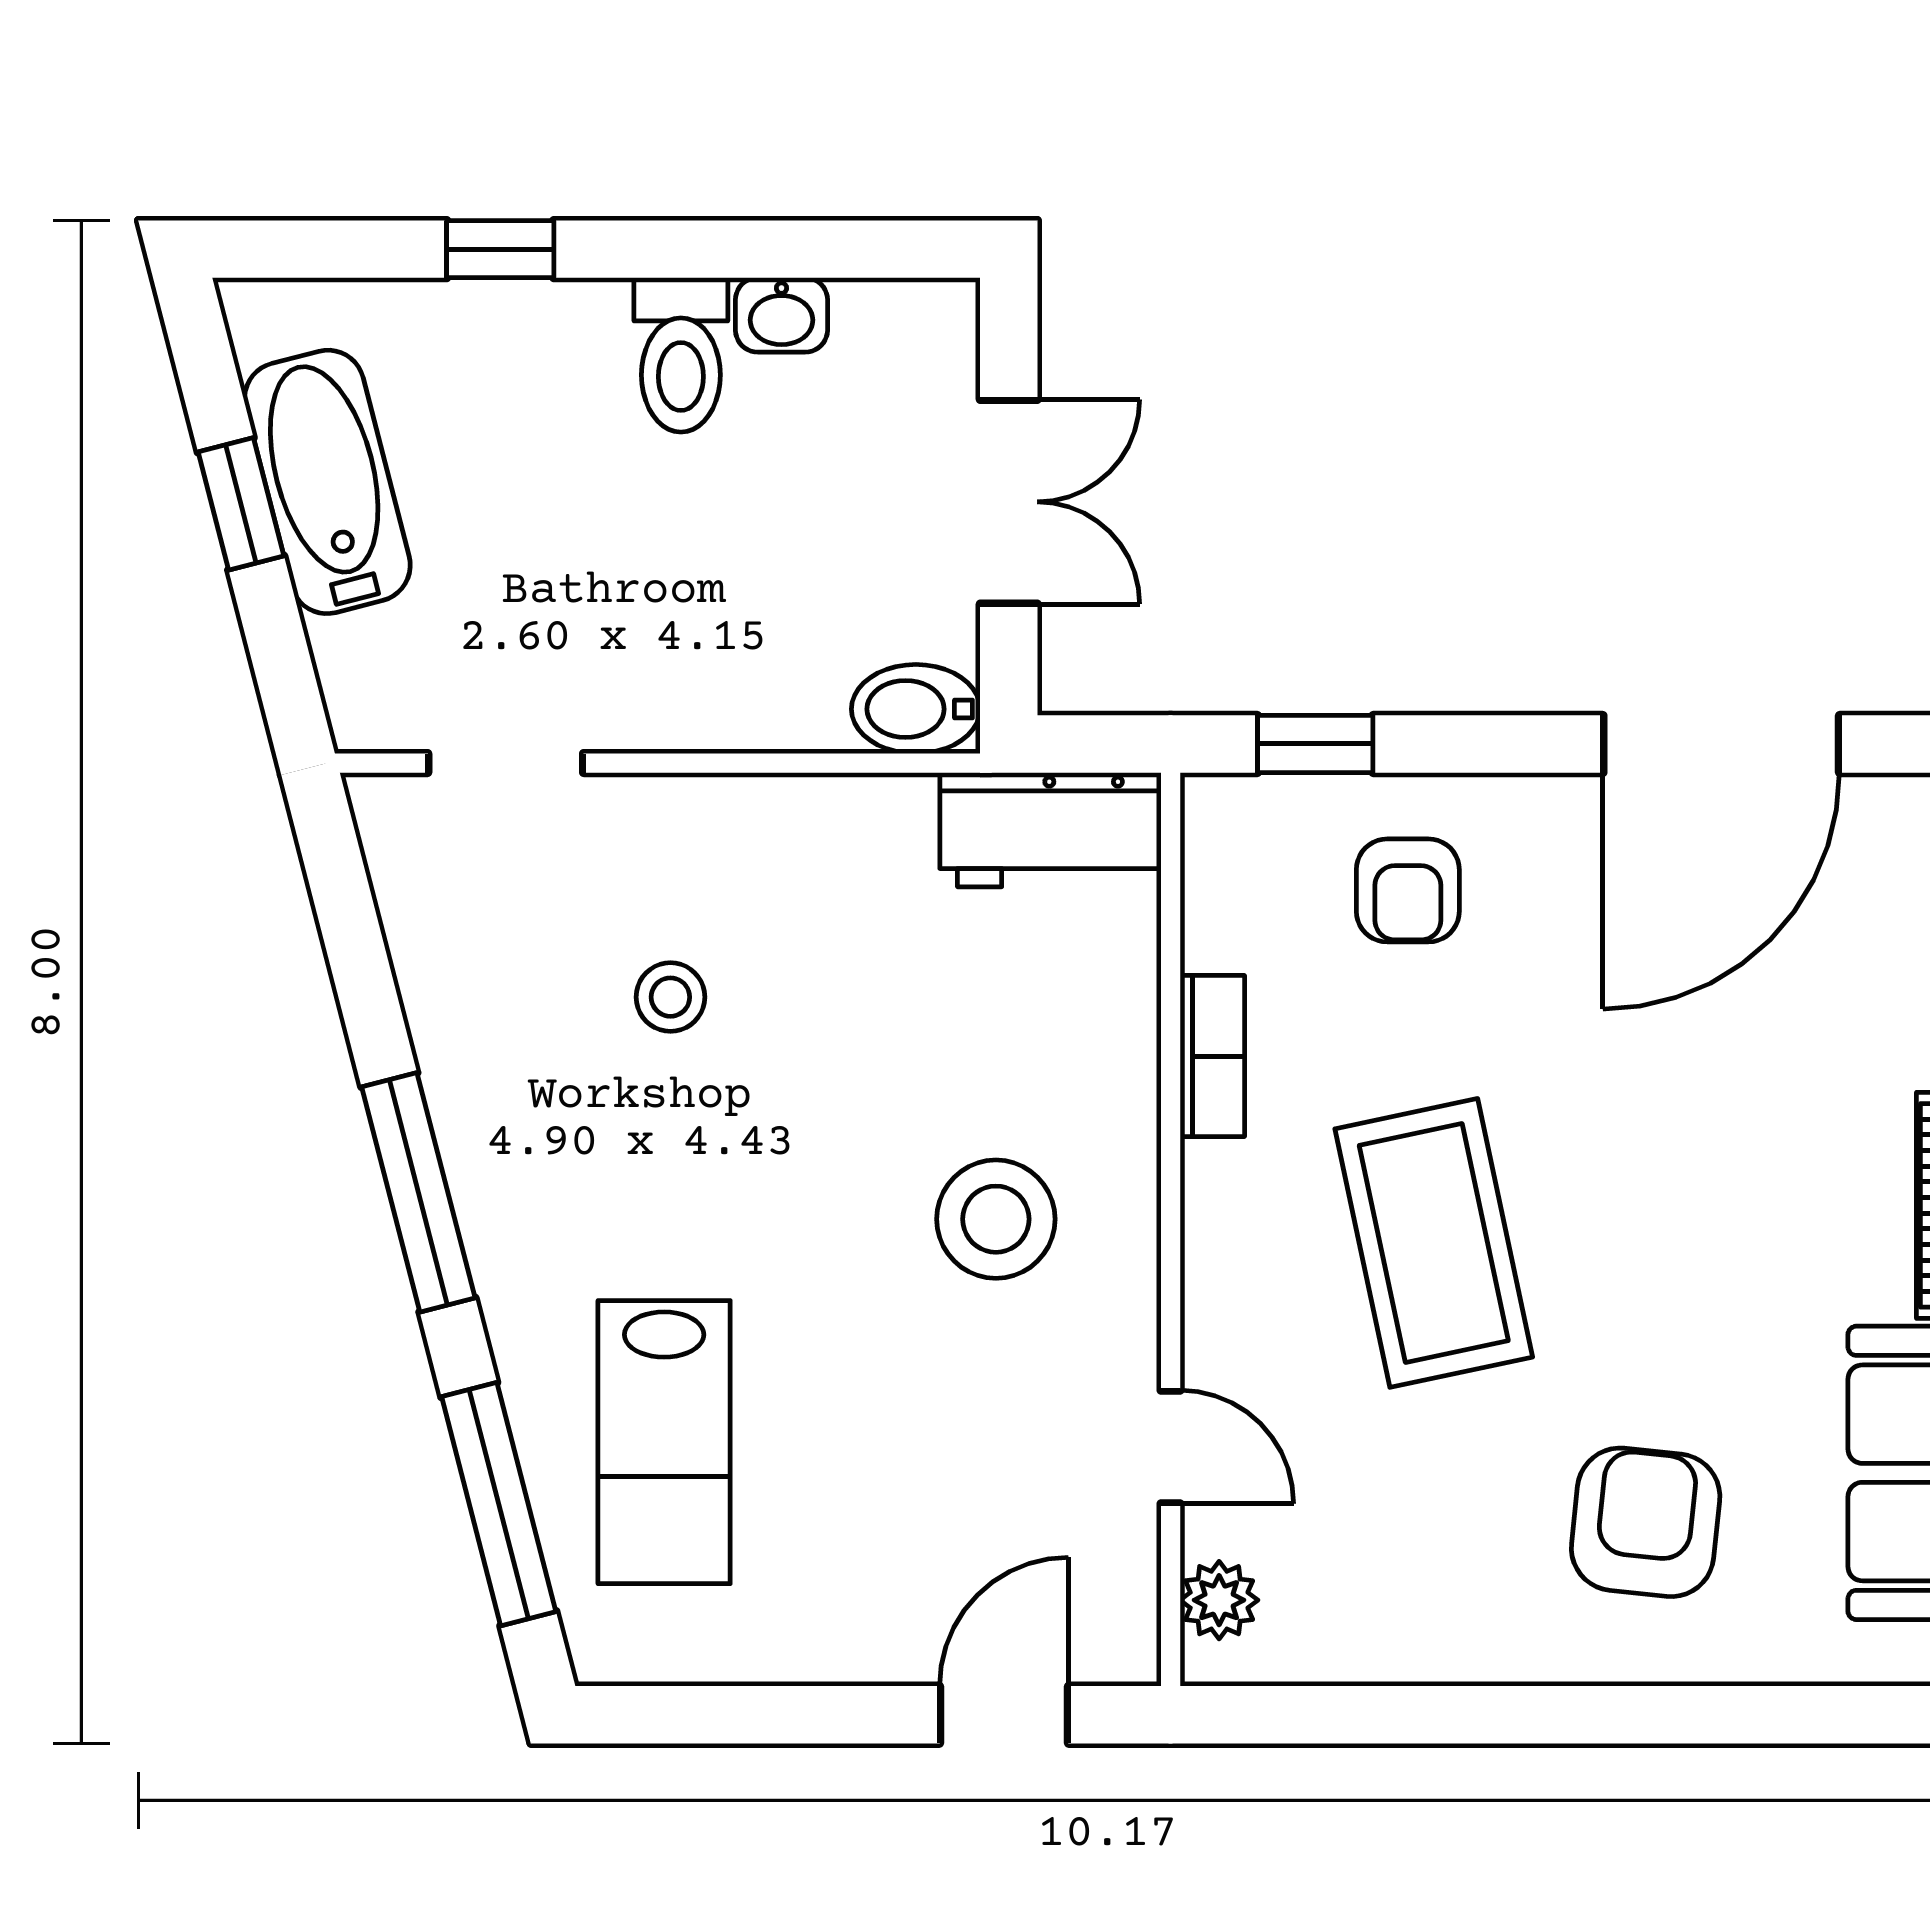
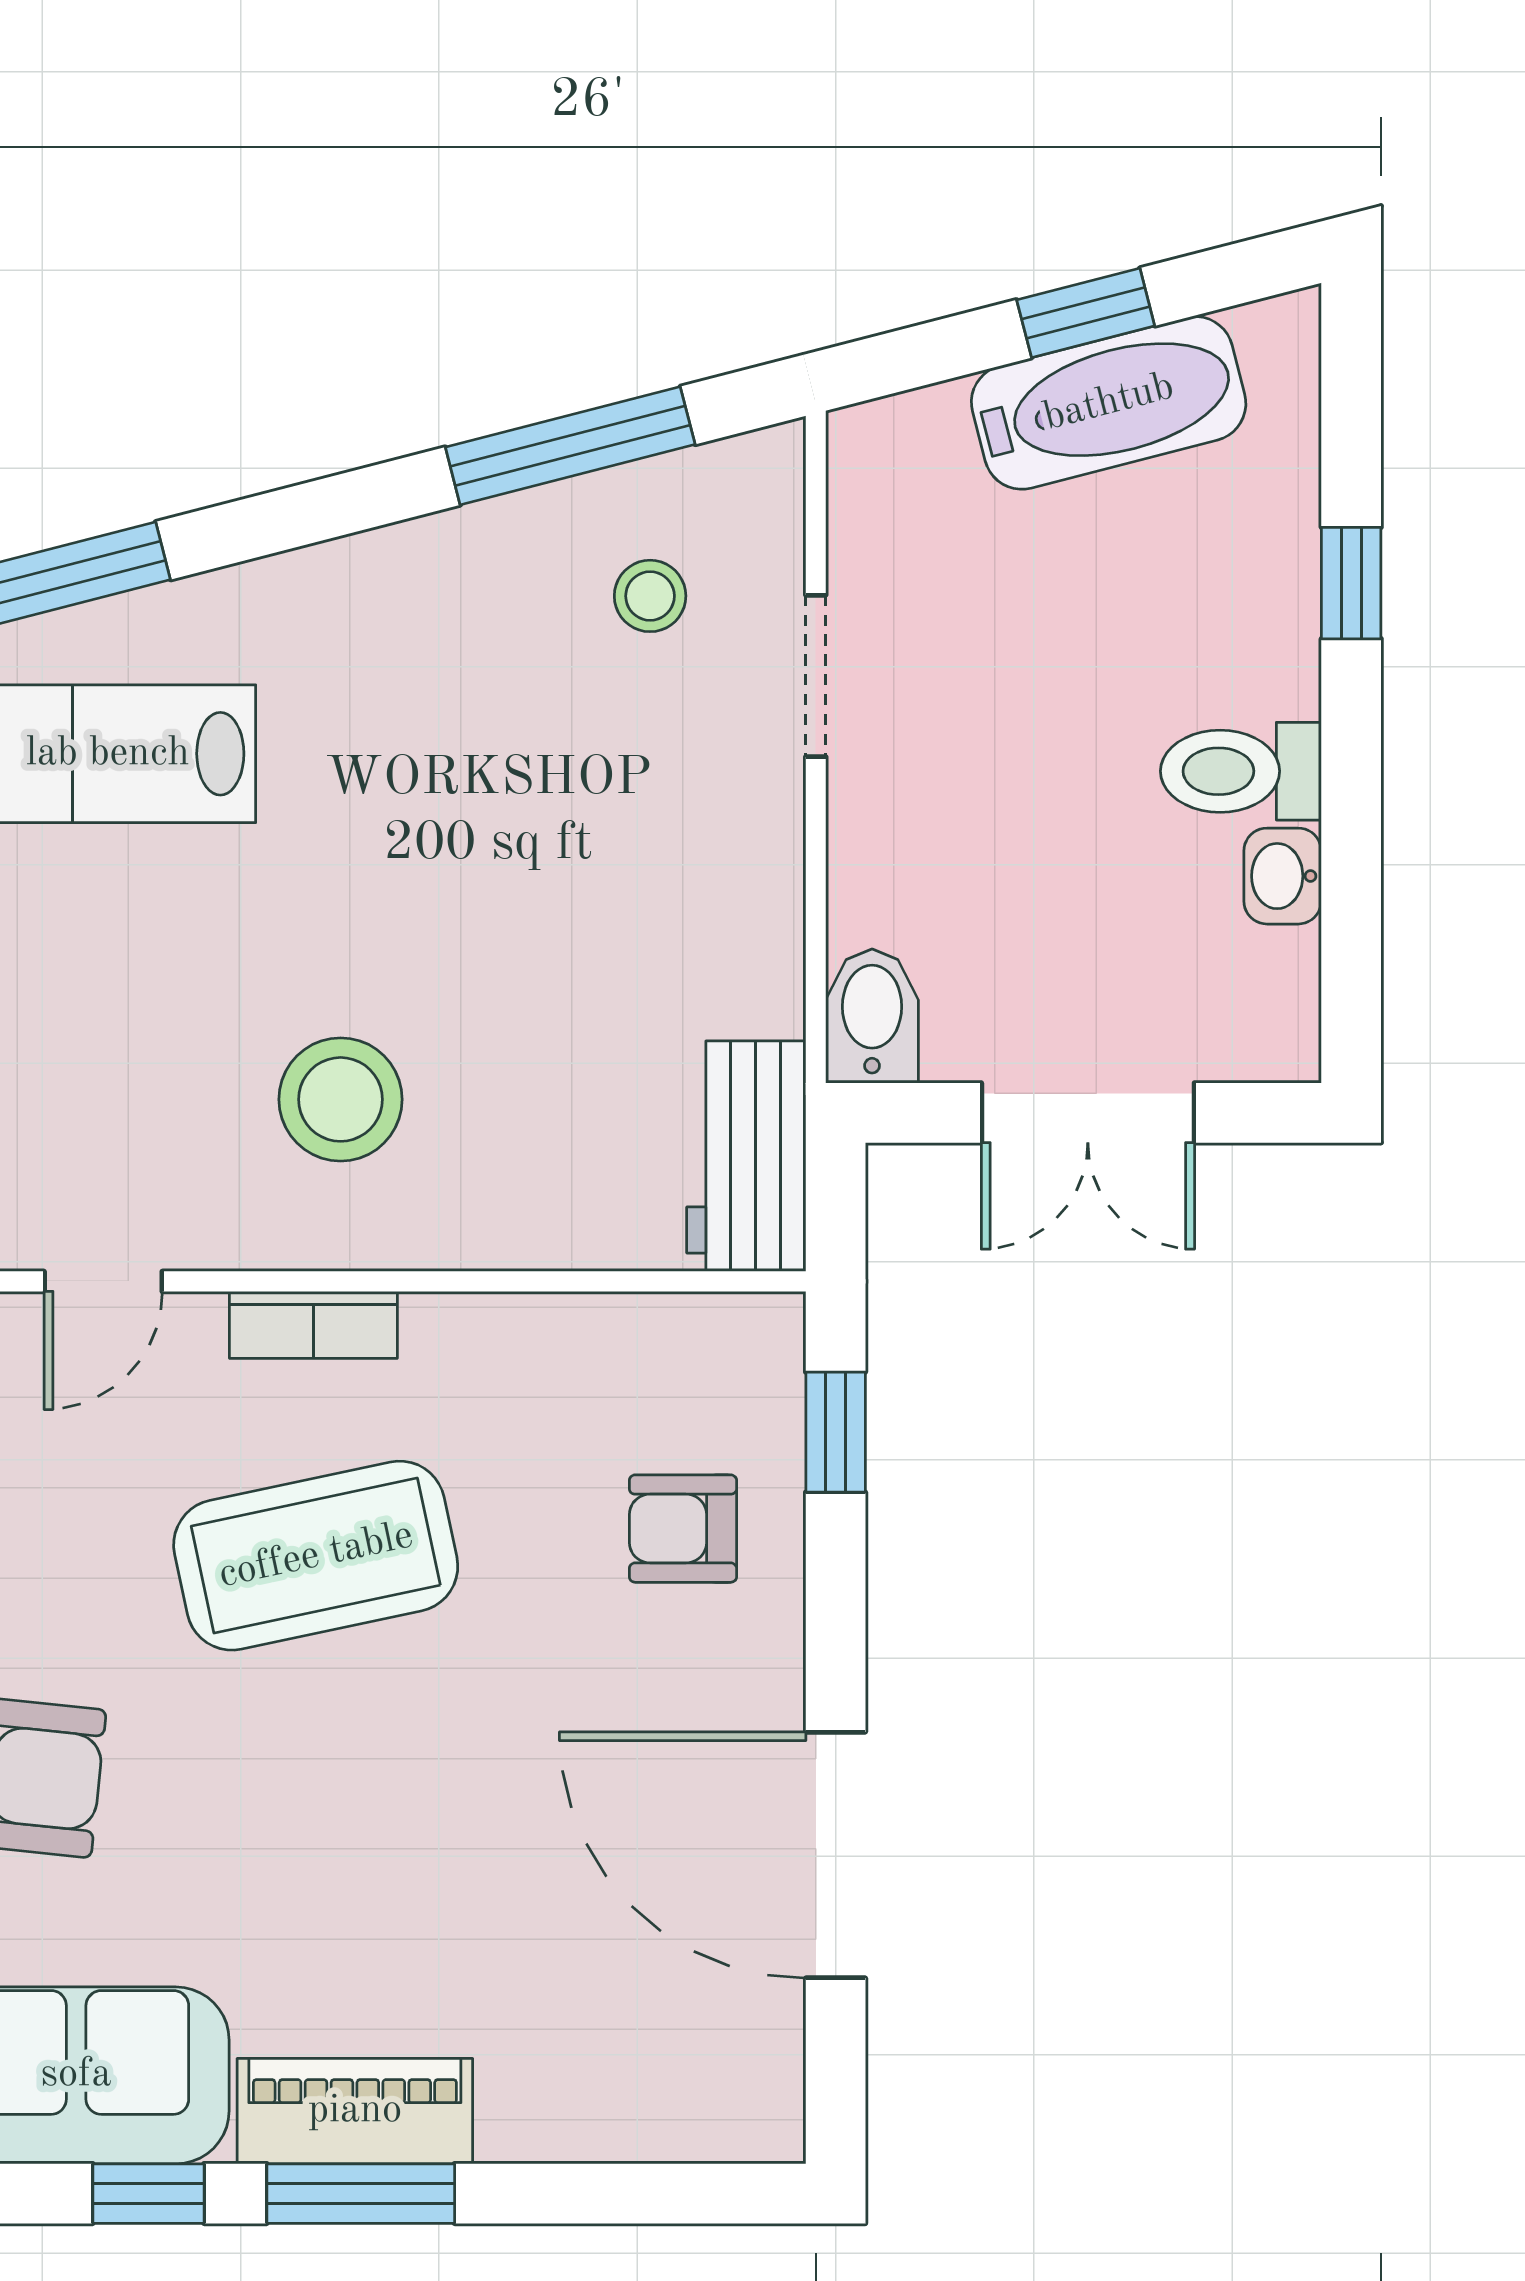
doorway: (506, 763) -> (816, 676), moved
stool: (670, 997) -> (650, 596), moved
bookcase: (1212, 1056) -> (313, 1325), moved
window: (418, 1192) -> (570, 446), moved

